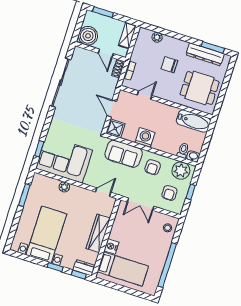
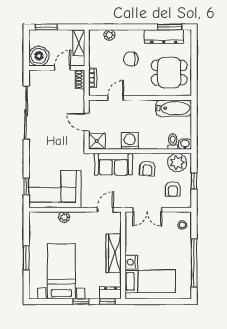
door: (106, 53) -> (63, 68), swing flipped
window: (24, 195) -> (26, 258), moved

